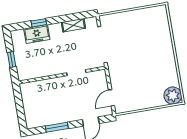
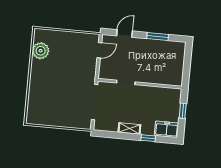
shelving: (73, 25) -> (129, 128), moved
freezer: (37, 34) -> (166, 129), moved
plant: (173, 96) -> (41, 51), moved

